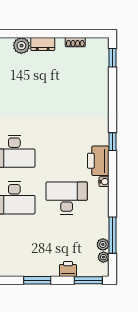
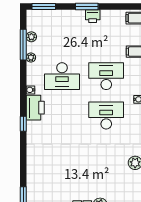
plant: (103, 257) -> (31, 58), moved
printer: (68, 269) -> (93, 16), moved

